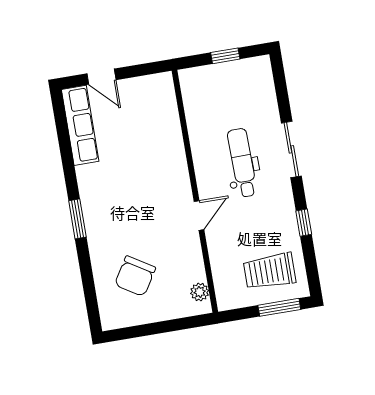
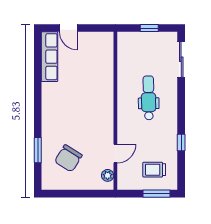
sliding door: (291, 149) -> (181, 59), moved
door: (199, 216) -> (115, 154), moved
window: (77, 219) -> (38, 150), moved
trolley: (270, 271) -> (154, 170), width x0.73, depth x0.72

